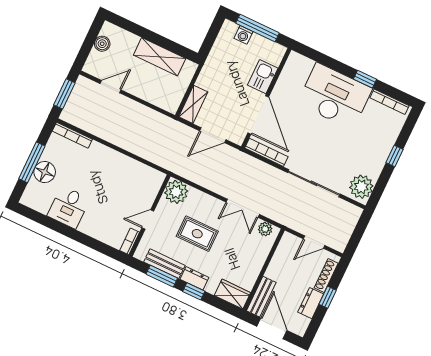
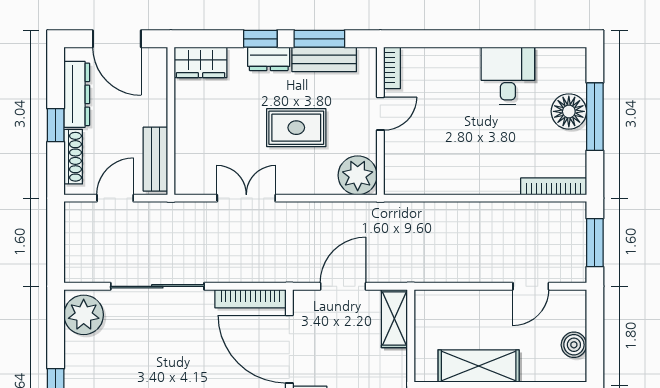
plant: (265, 229) -> (198, 183), removed
bench: (261, 297) -> (155, 159), moved
dresser: (311, 303) -> (77, 94), width x1.44

